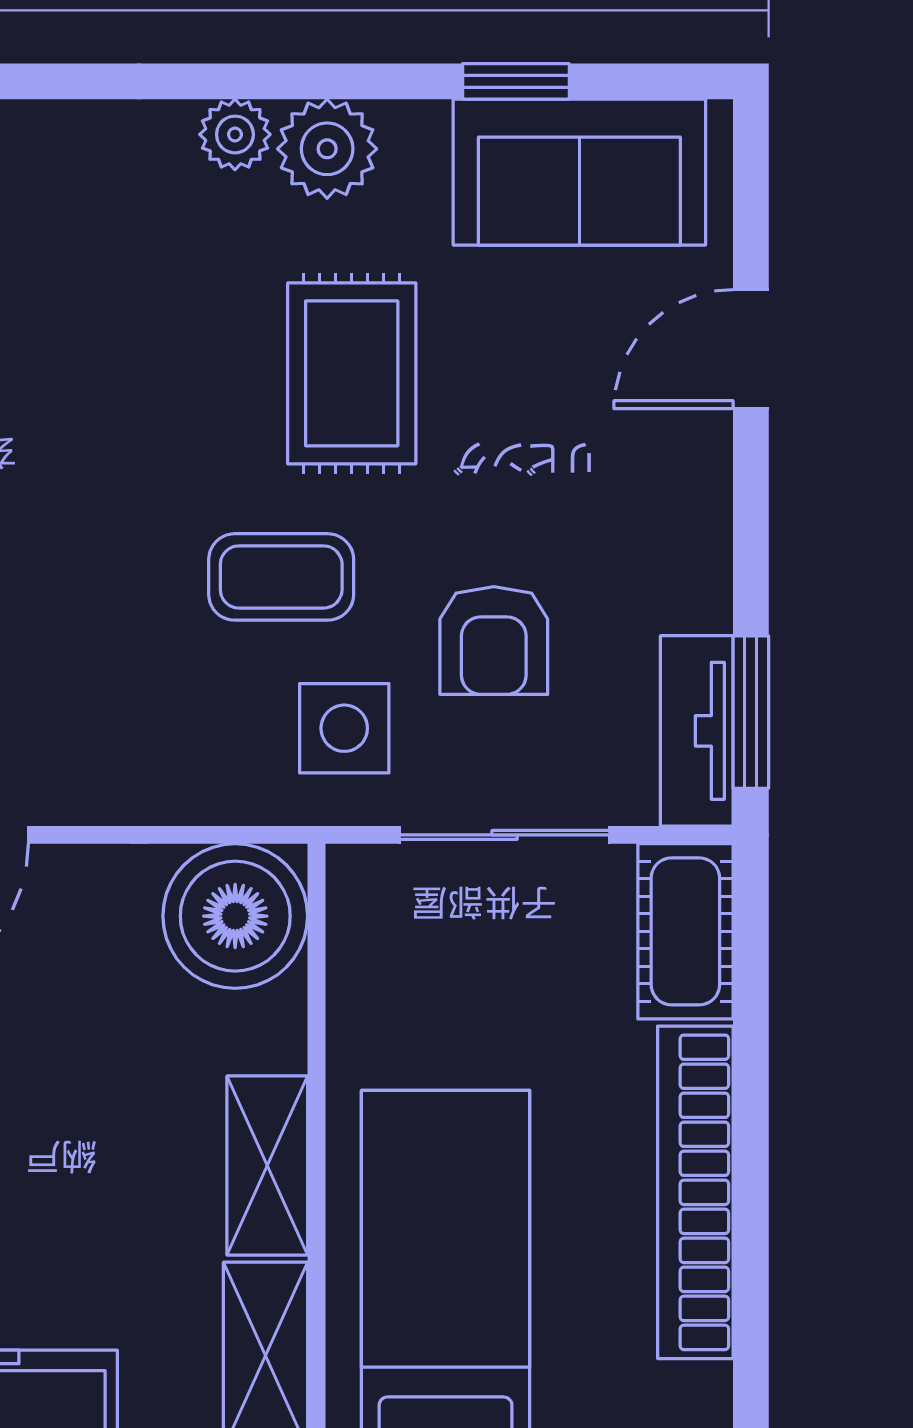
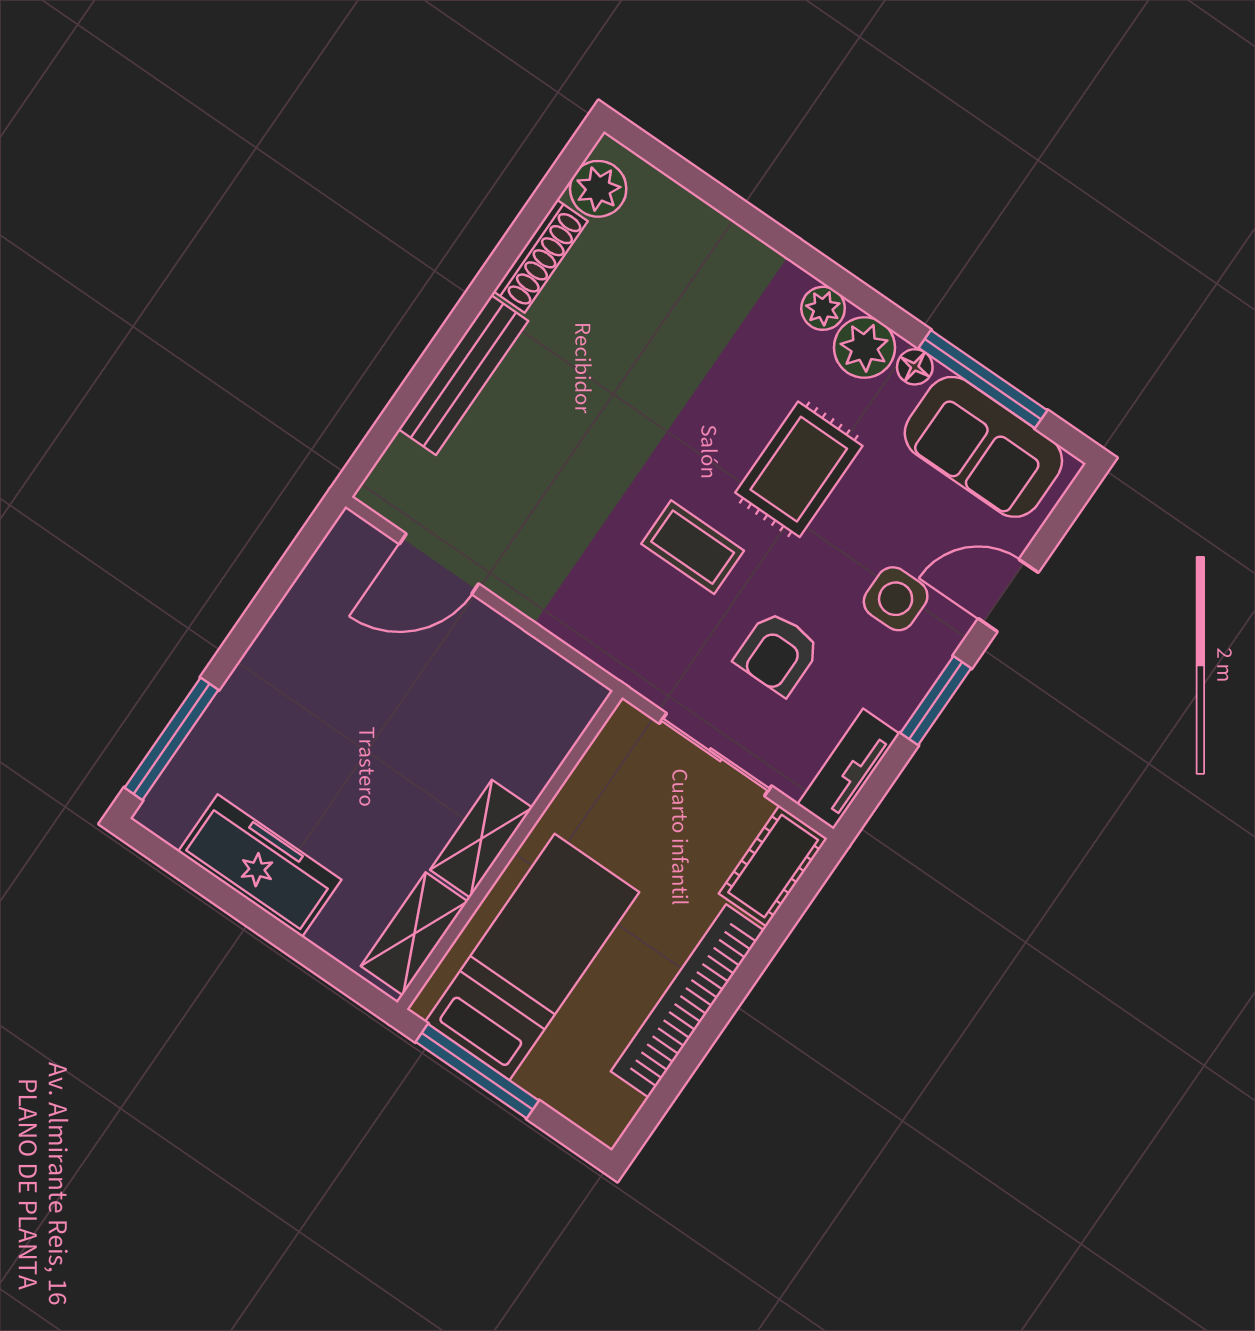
window: (516, 81) -> (983, 379), width x2.17
floor lamp: (413, 128) -> (915, 367), added
window: (751, 712) -> (936, 701), moved
side table: (344, 728) -> (896, 599), moved
boiler: (235, 916) -> (552, 702), removed

